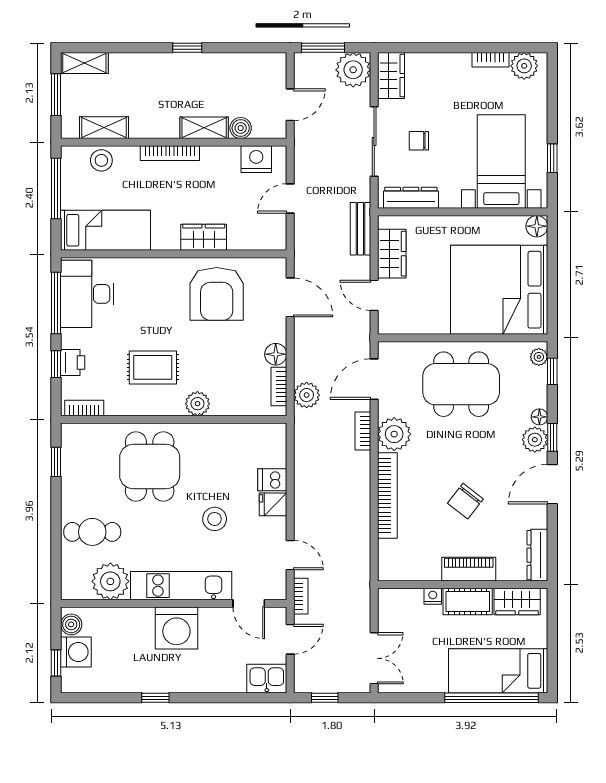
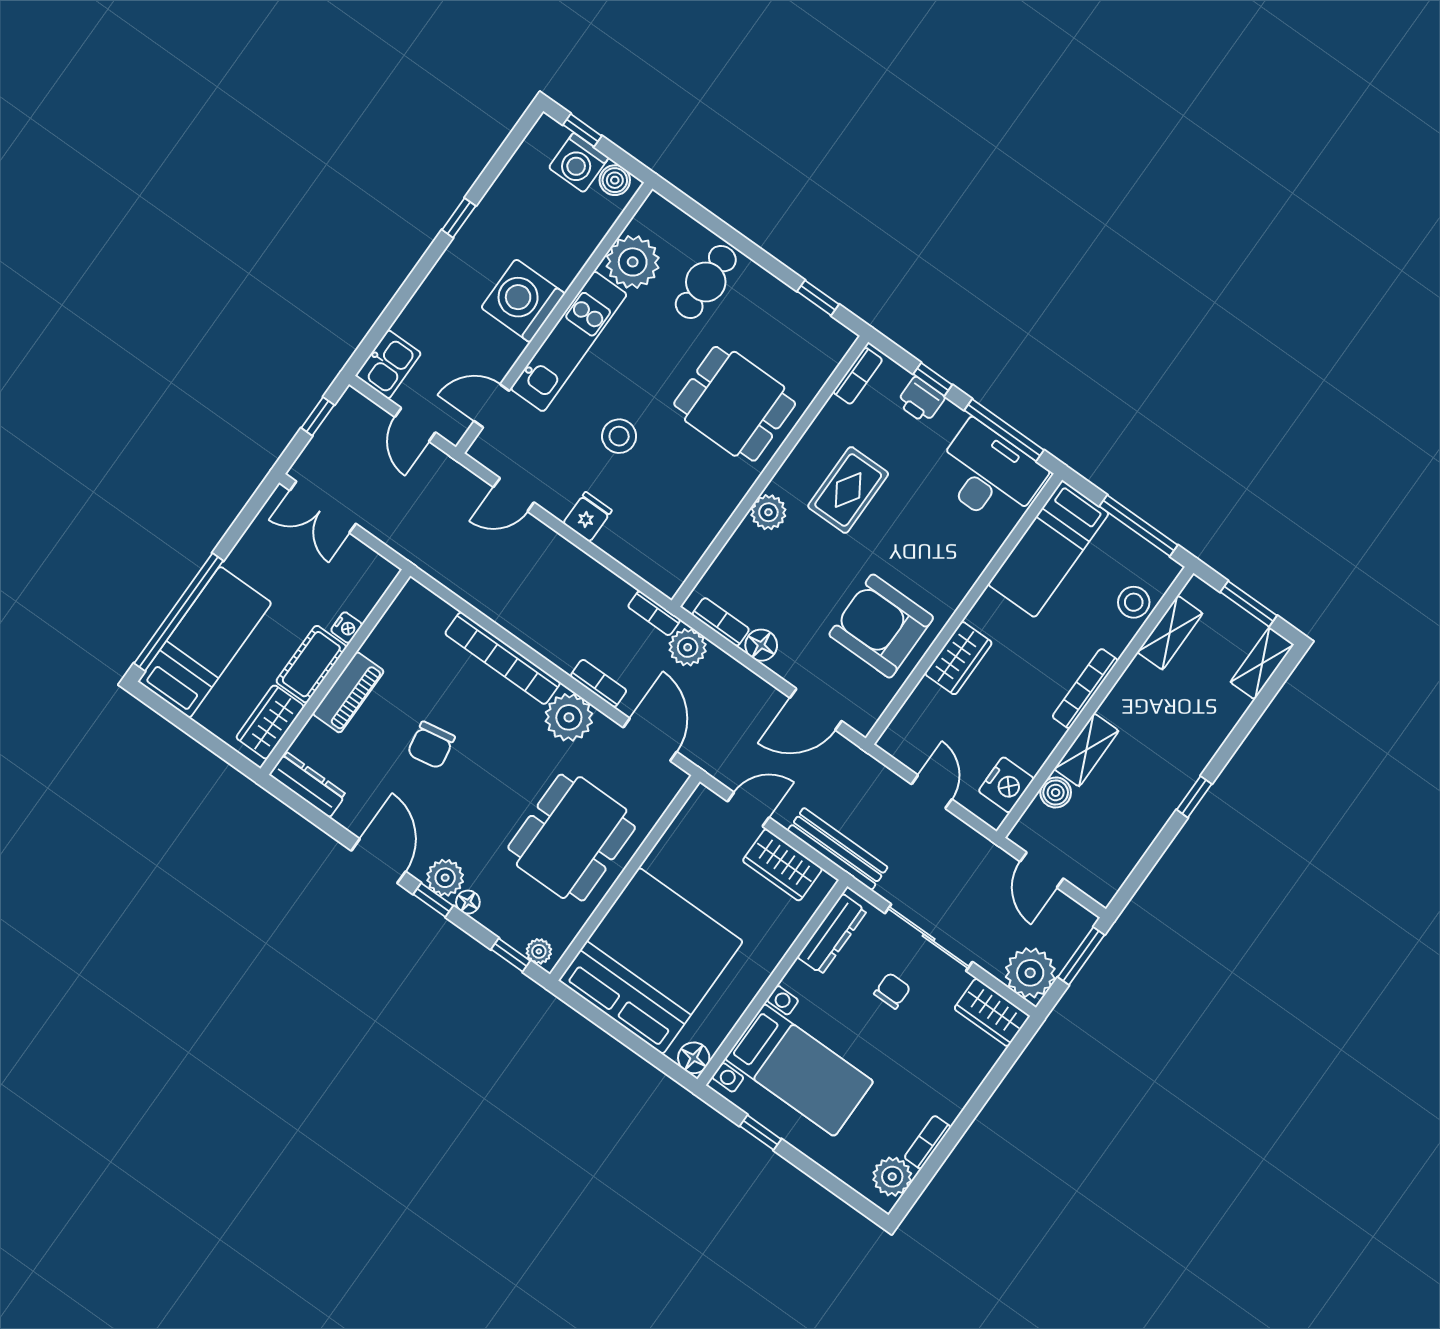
bench: (360, 229) -> (838, 849), width x1.36
dishwasher: (272, 480) -> (617, 536), removed
chair: (465, 501) -> (431, 745), turned -138
bookcase: (301, 596) -> (654, 613), moved

